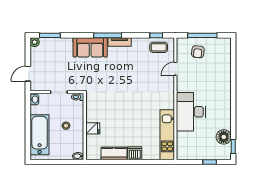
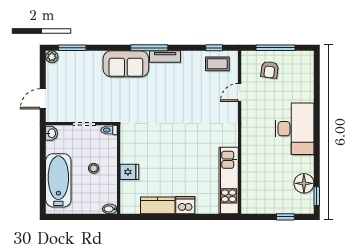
desk: (191, 112) -> (294, 129), moved, turned 180

